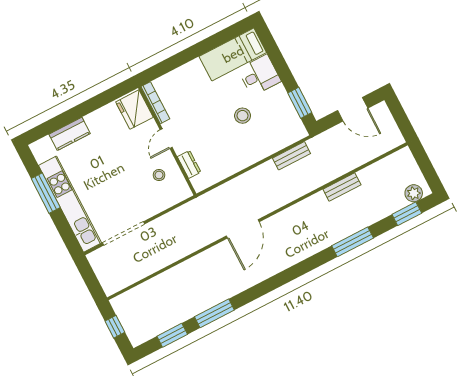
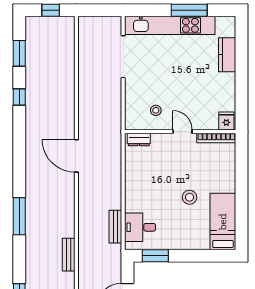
desk: (259, 75) -> (140, 227), moved, turned 90
fridge: (134, 110) -> (226, 121), width x0.53, depth x0.75
stool: (243, 116) -> (190, 197), moved
dresser: (189, 164) -> (139, 139), moved
window: (353, 242) -> (19, 216), moved
window: (214, 313) -> (19, 97), width x0.46

